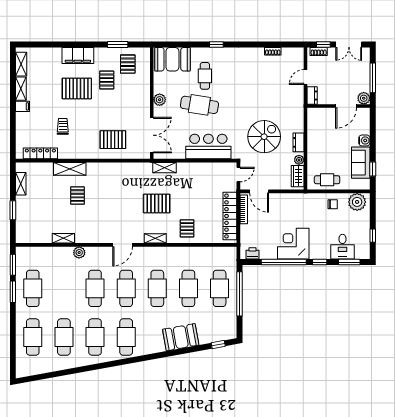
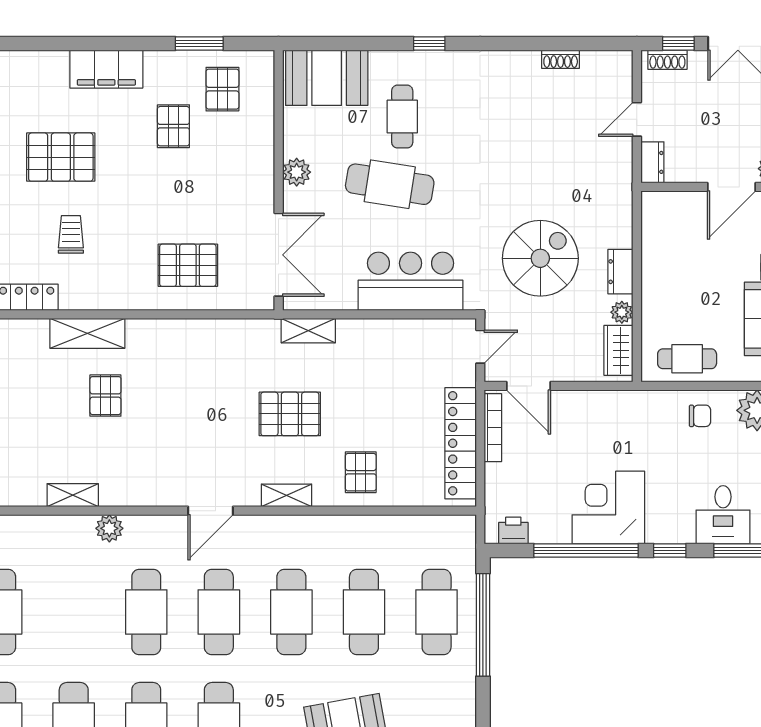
pallet: (77, 88) -> (61, 157), moved

